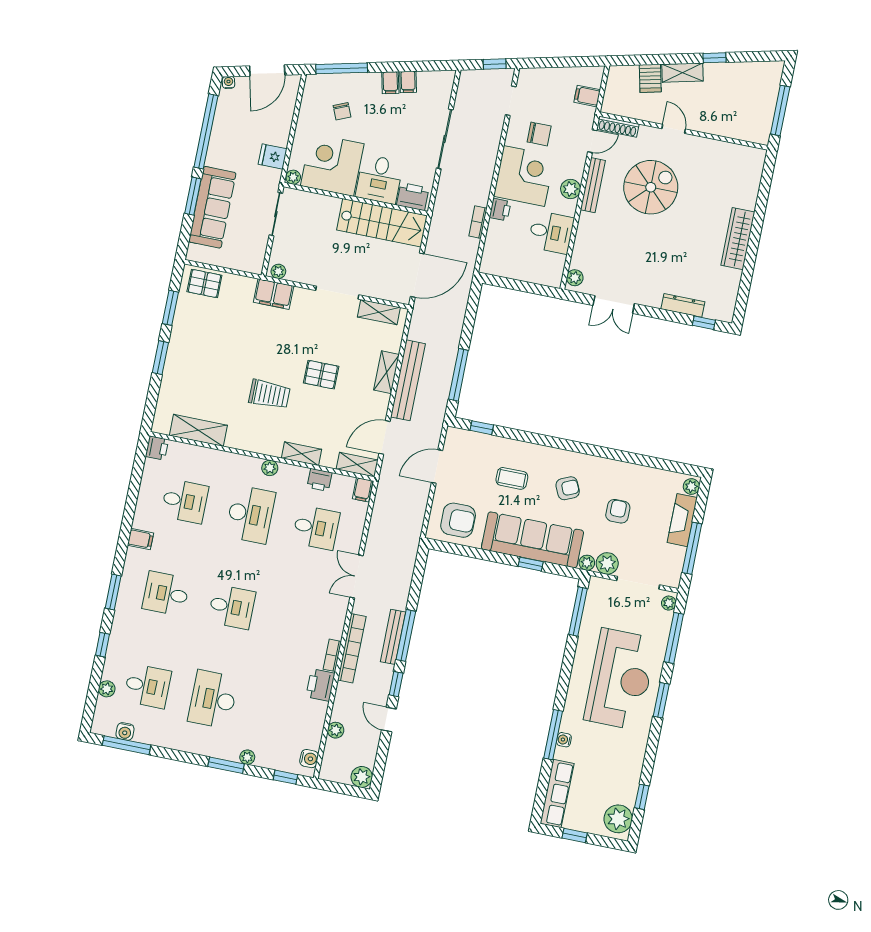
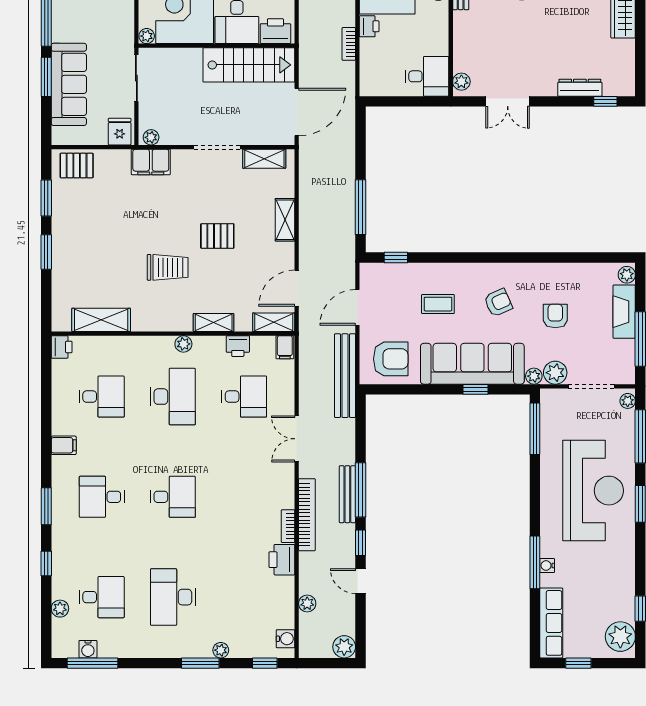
fridge: (273, 157) -> (120, 132), moved, turned 90
desk: (551, 232) -> (427, 76), moved
bench: (408, 380) -> (345, 376), moved

